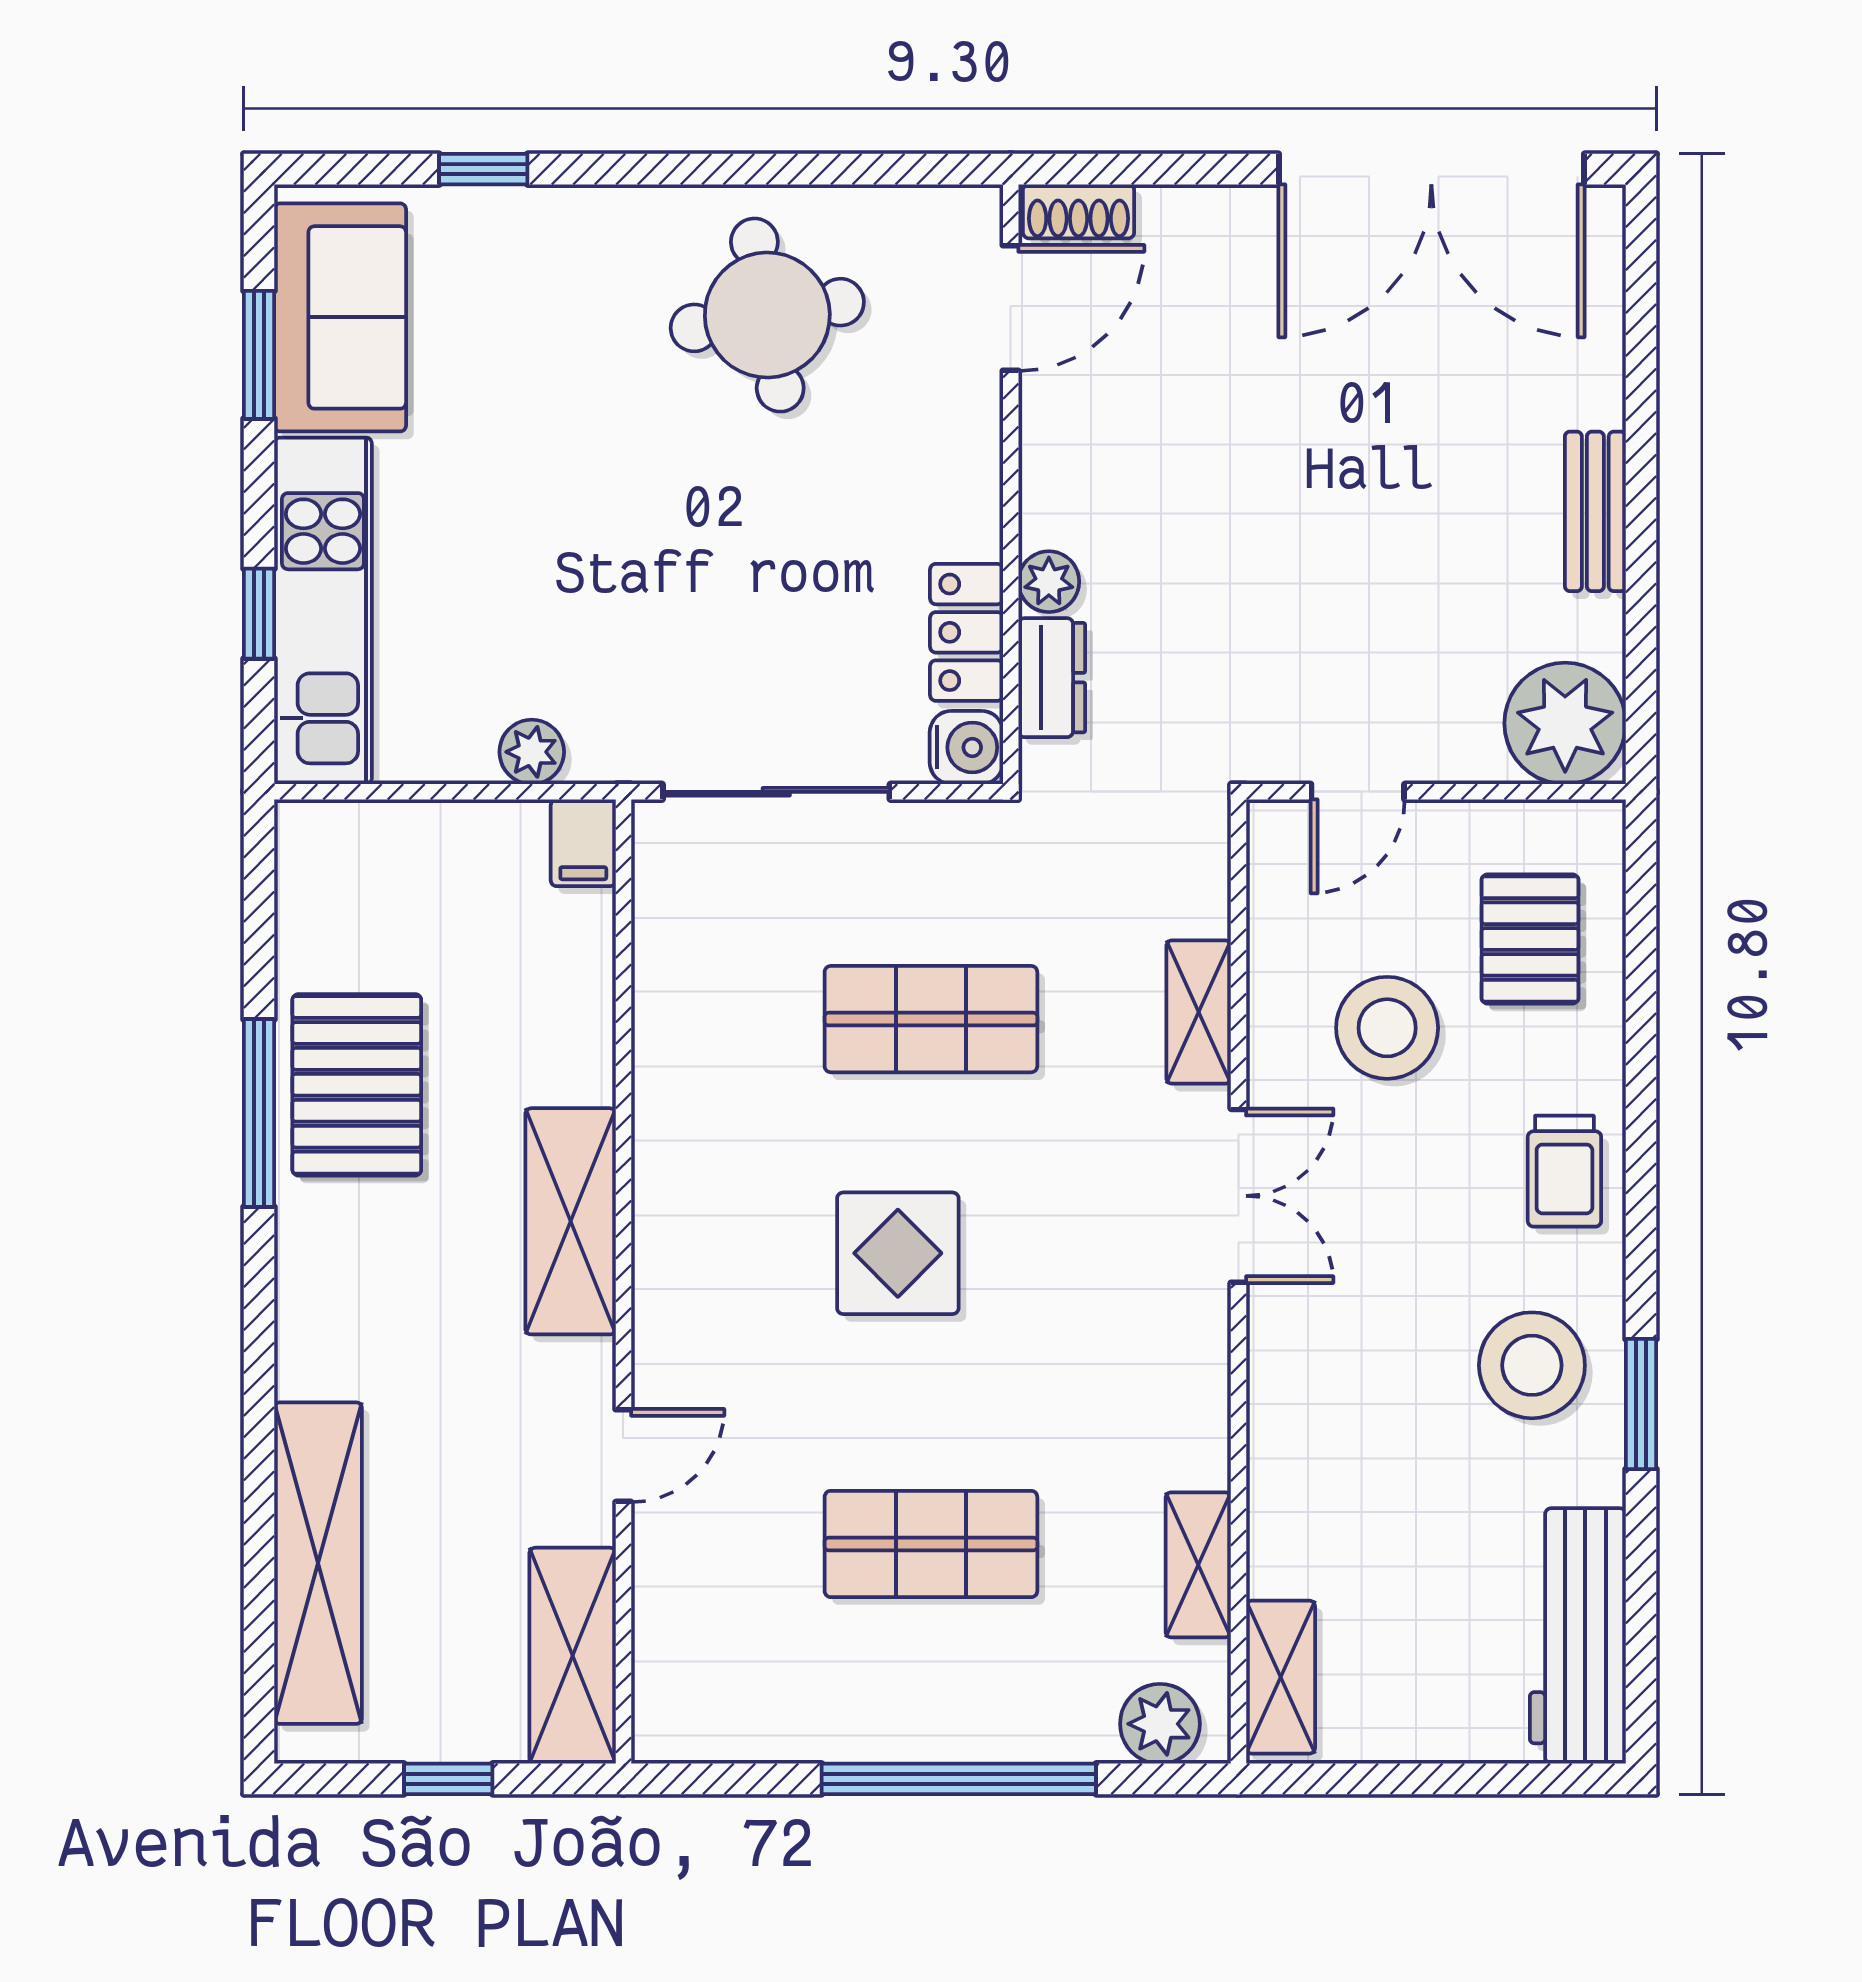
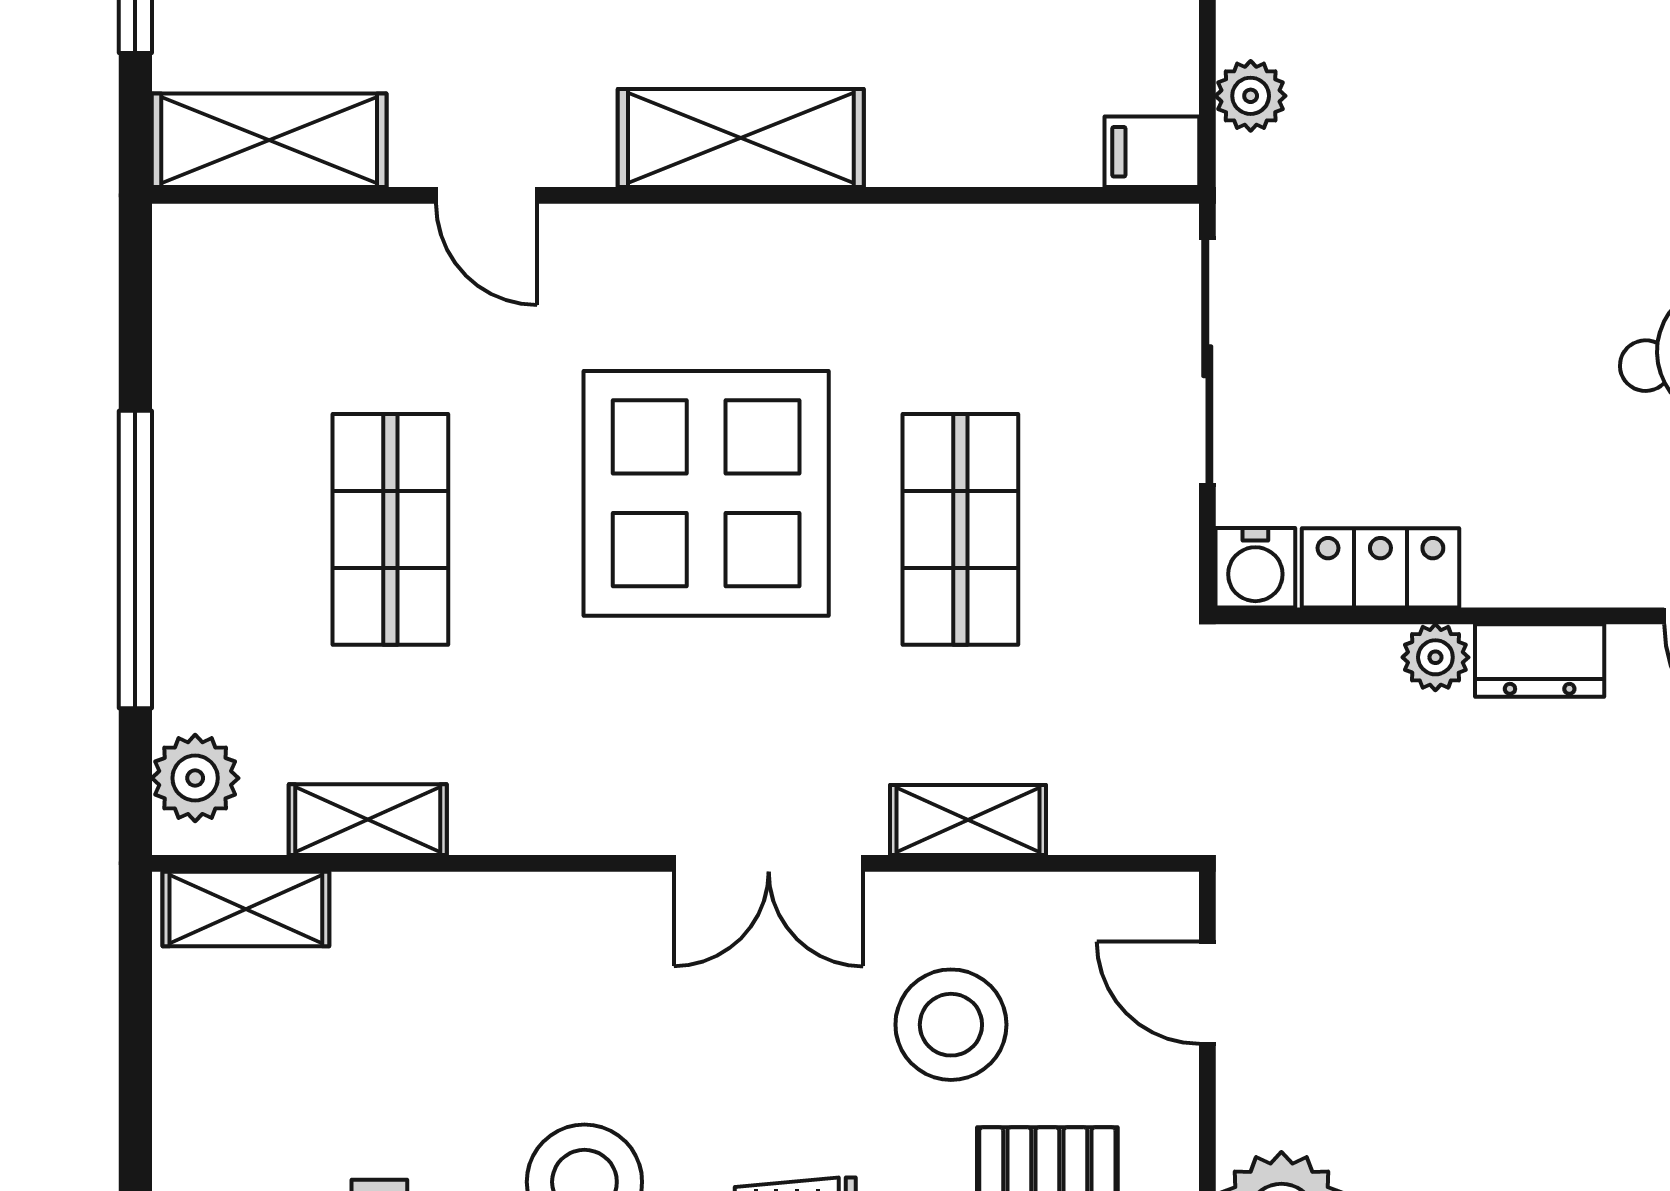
dresser: (1052, 678) -> (1540, 660), moved
display table: (898, 1253) -> (706, 493), width x1.86, depth x1.86

